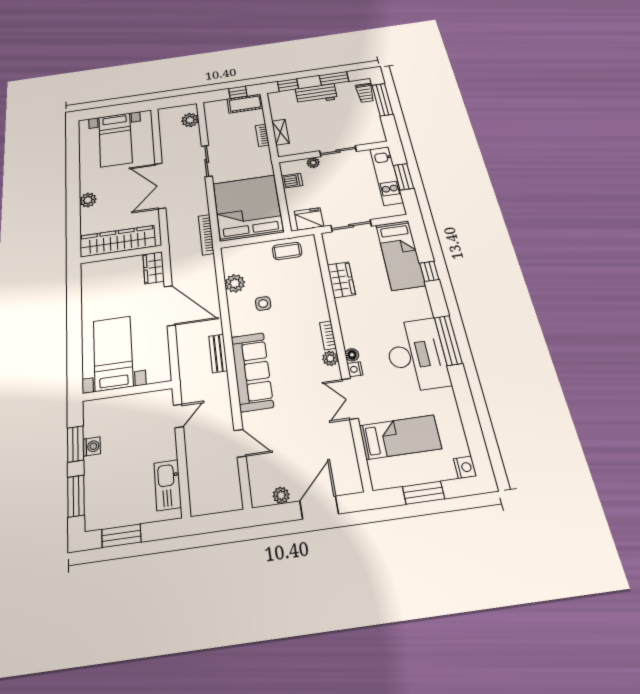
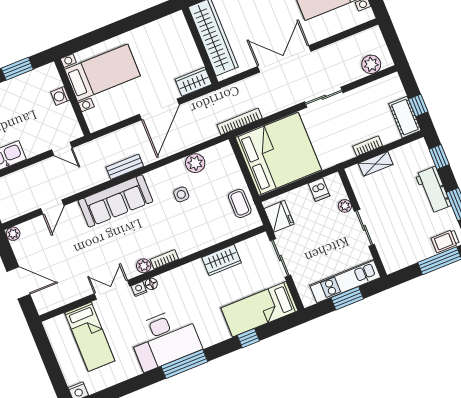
washing machine: (92, 446) -> (60, 96), moved, turned 90
window: (424, 493) -> (50, 362), removed
plant: (281, 495) -> (13, 234), moved

